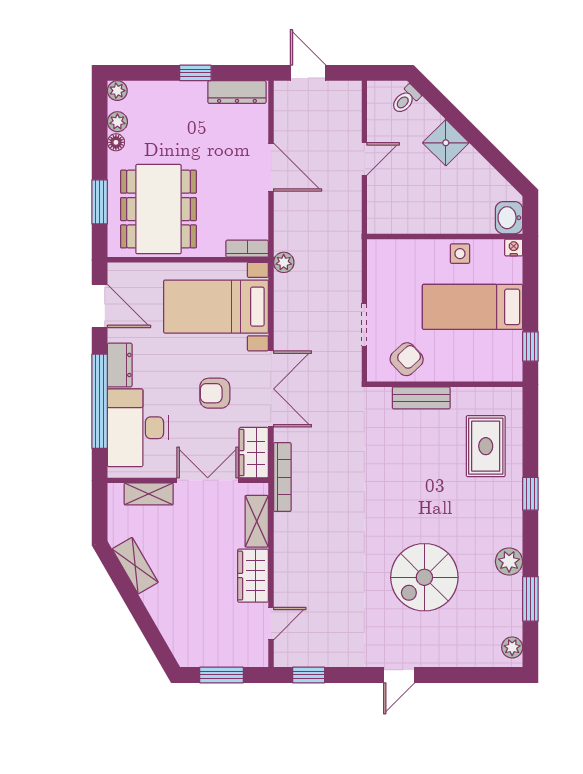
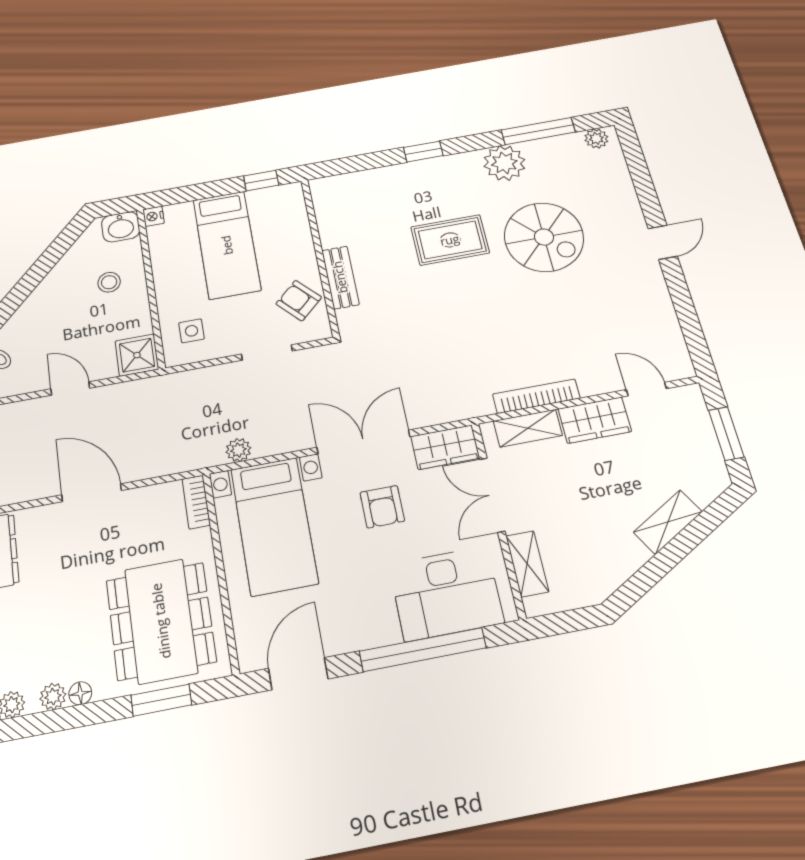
shower: (446, 143) -> (137, 355), moved, turned 45
door: (271, 167) -> (92, 493), hinge flipped
stool: (457, 202) -> (109, 282), added
dining table: (158, 209) -> (161, 621), turned 90
side table: (460, 254) -> (192, 331), moved
plant: (284, 262) -> (238, 450), moved
dresser: (120, 365) -> (370, 632), removed
rug: (486, 446) -> (450, 240), moved
bookcase: (282, 477) -> (536, 396), moved
plant: (509, 562) -> (504, 163), width x1.36, depth x1.36
shelving: (135, 566) -> (668, 522), moved
window: (530, 599) -> (538, 131), width x1.44
window: (309, 675) -> (694, 336), removed
door: (399, 675) -> (663, 242), hinge flipped

